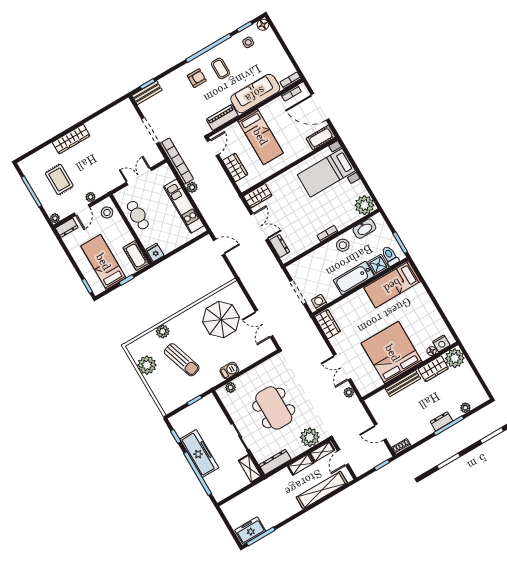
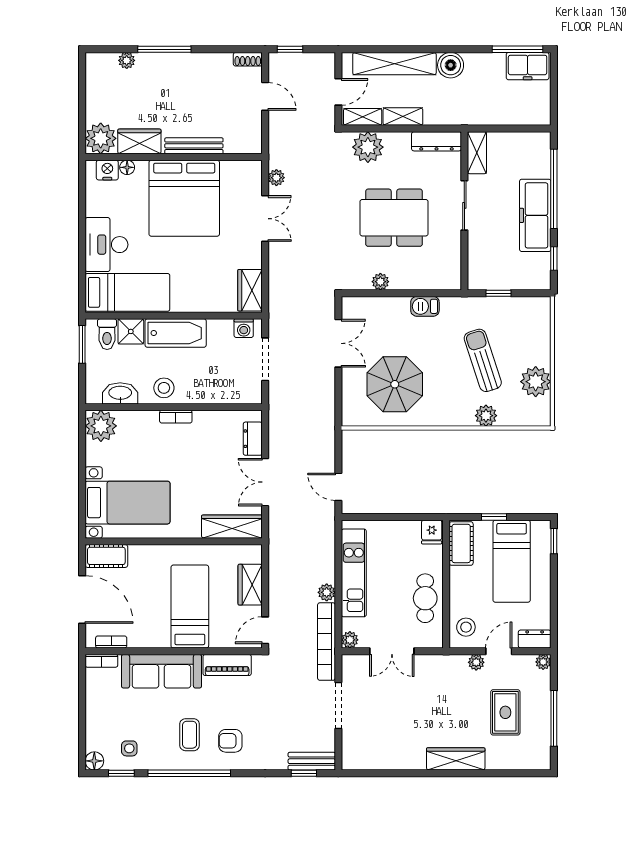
plant: (165, 169) -> (350, 640), added
wardrobe: (258, 196) -> (232, 527), width x1.50
desk: (418, 303) -> (106, 245), added
plant: (231, 387) -> (380, 282), moved
dining table: (274, 408) -> (394, 218), turned 90
dresser: (441, 421) -> (171, 61), removed
boiler: (291, 507) -> (451, 65), added

